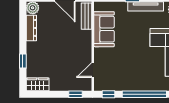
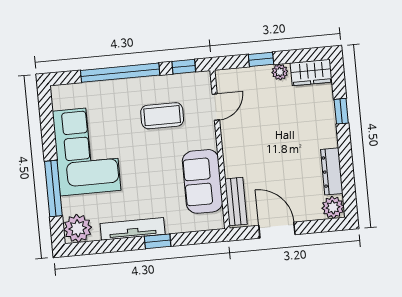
coffee table: (123, 68) -> (162, 116), added
plant: (55, 86) -> (280, 72), added
window: (75, 94) -> (261, 59), moved

